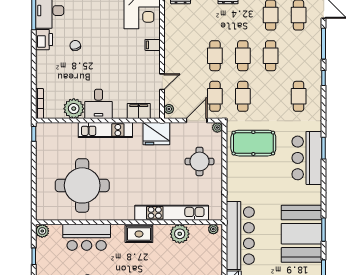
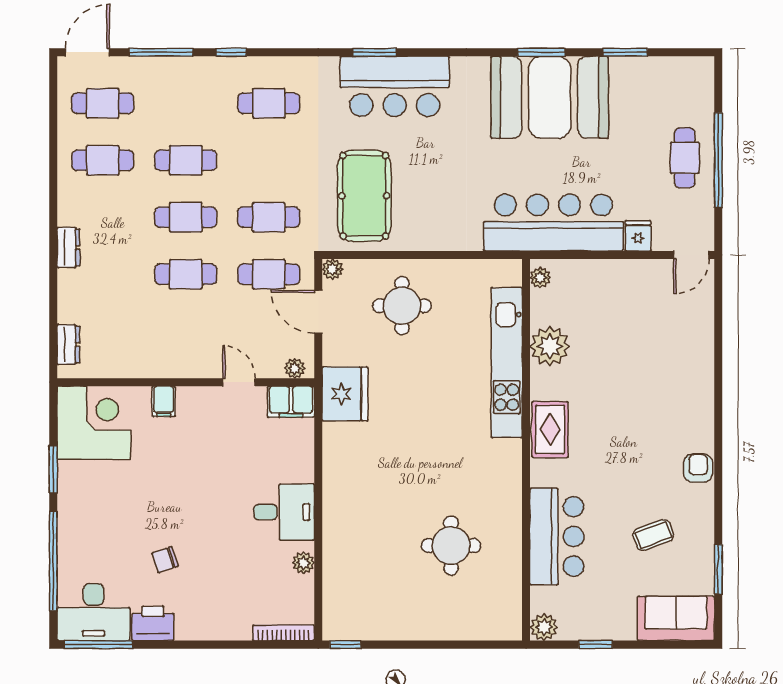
plant: (74, 109) -> (303, 563), width x0.53, depth x0.53
filing cabinet: (139, 111) -> (291, 402), moved, turned -90
kitchen unit: (105, 130) -> (338, 498), removed
round table: (82, 185) -> (451, 546), width x0.54, depth x0.54

